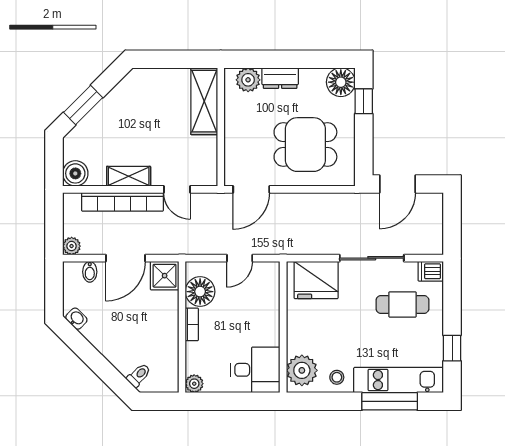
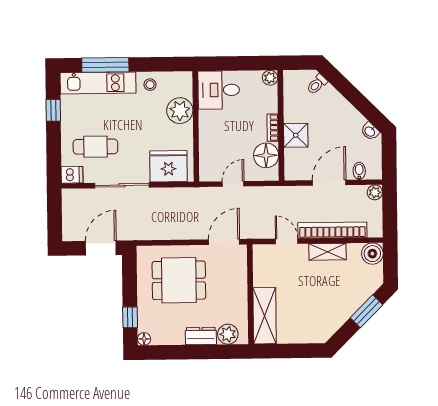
floor lamp: (341, 82) -> (144, 339), width x0.53, depth x0.53
shower: (165, 276) -> (296, 135), moved
plant: (302, 370) -> (180, 111), moved

